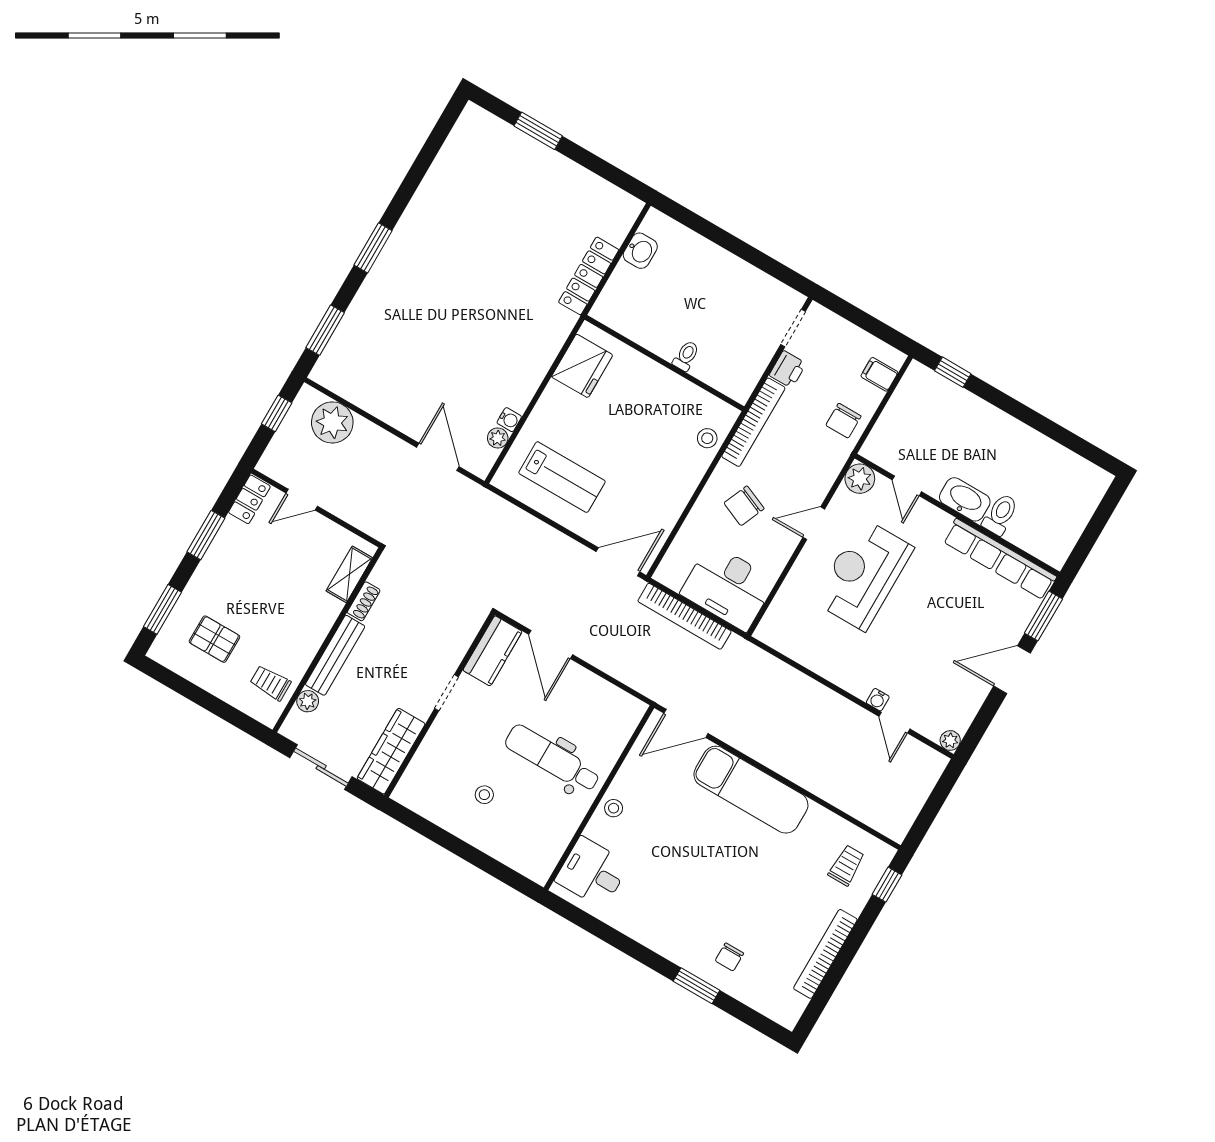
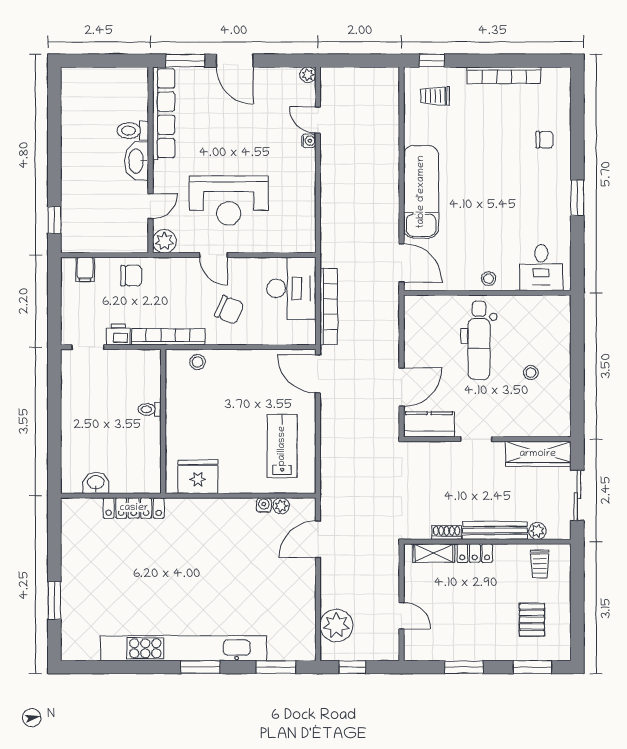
kitchen unit: (404, 241) -> (184, 648), added
locker: (249, 499) -> (475, 553), moved, turned 180
door: (894, 723) -> (318, 120), swing flipped
window: (697, 986) -> (577, 198), moved

